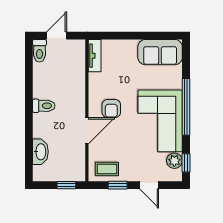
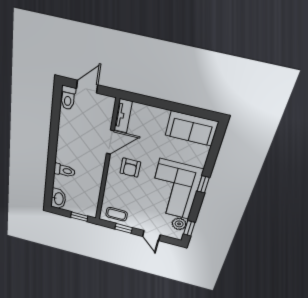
toilet: (44, 106) -> (64, 170), moved
window: (186, 107) -> (203, 184), width x0.32
door: (87, 131) -> (110, 142), moved
washbasin: (40, 152) -> (58, 199), moved

